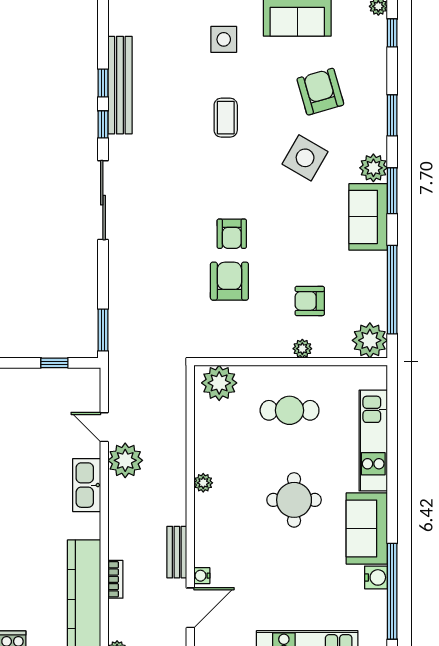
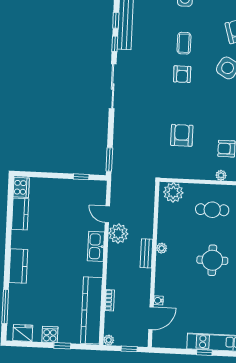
armchair: (232, 234) -> (182, 74), moved
bench: (177, 552) -> (146, 253), moved

